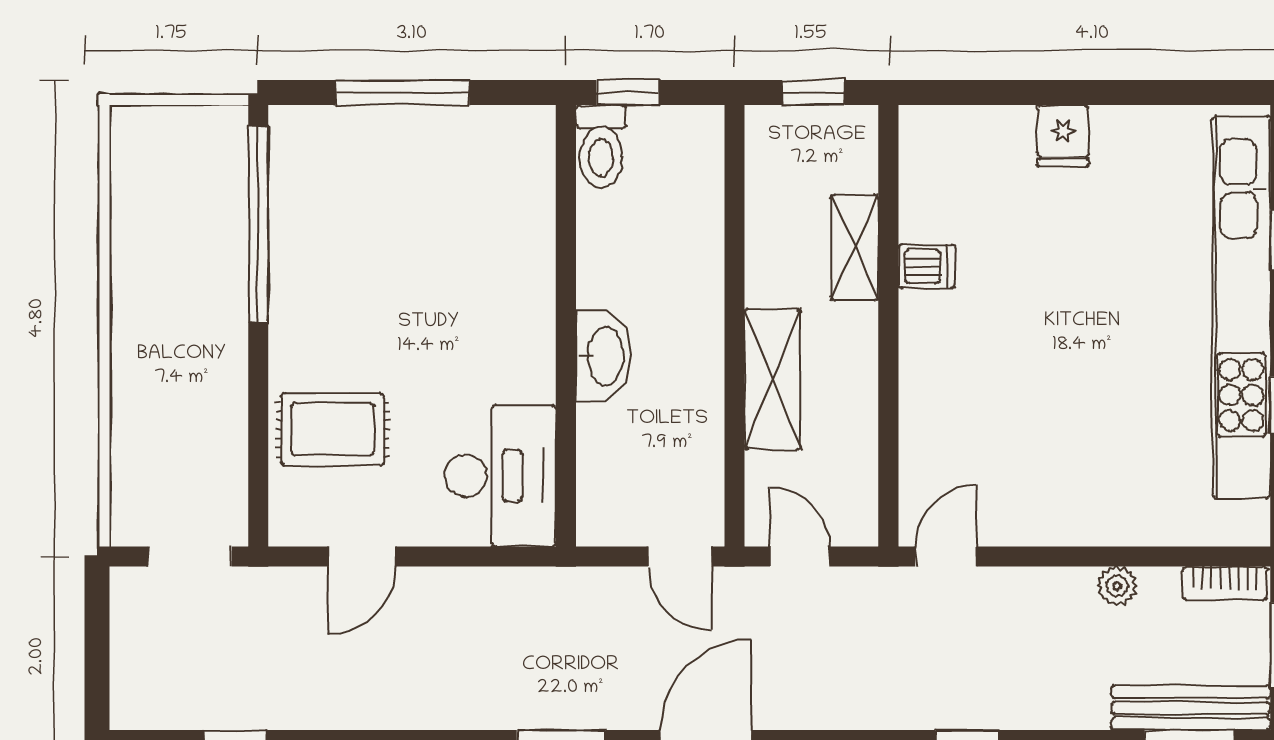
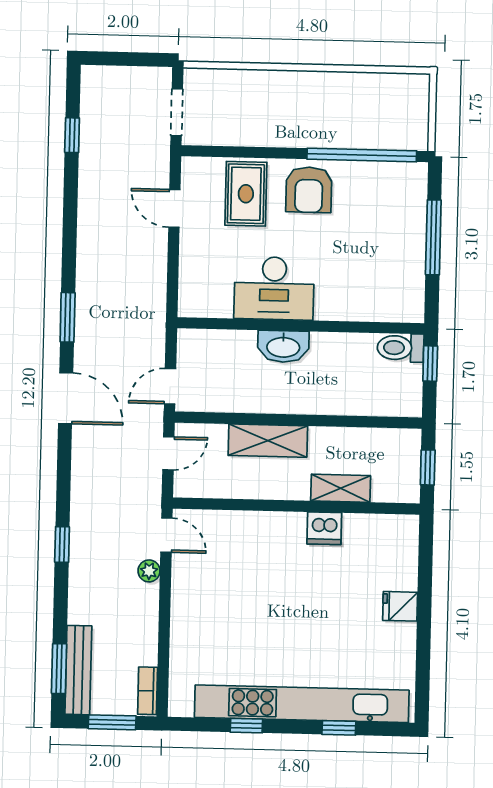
dishwasher: (927, 266) -> (324, 528), width x1.38
armchair: (323, 317) -> (309, 190), added
desk: (500, 476) -> (274, 288), moved
plant: (1117, 586) -> (149, 571), moved

